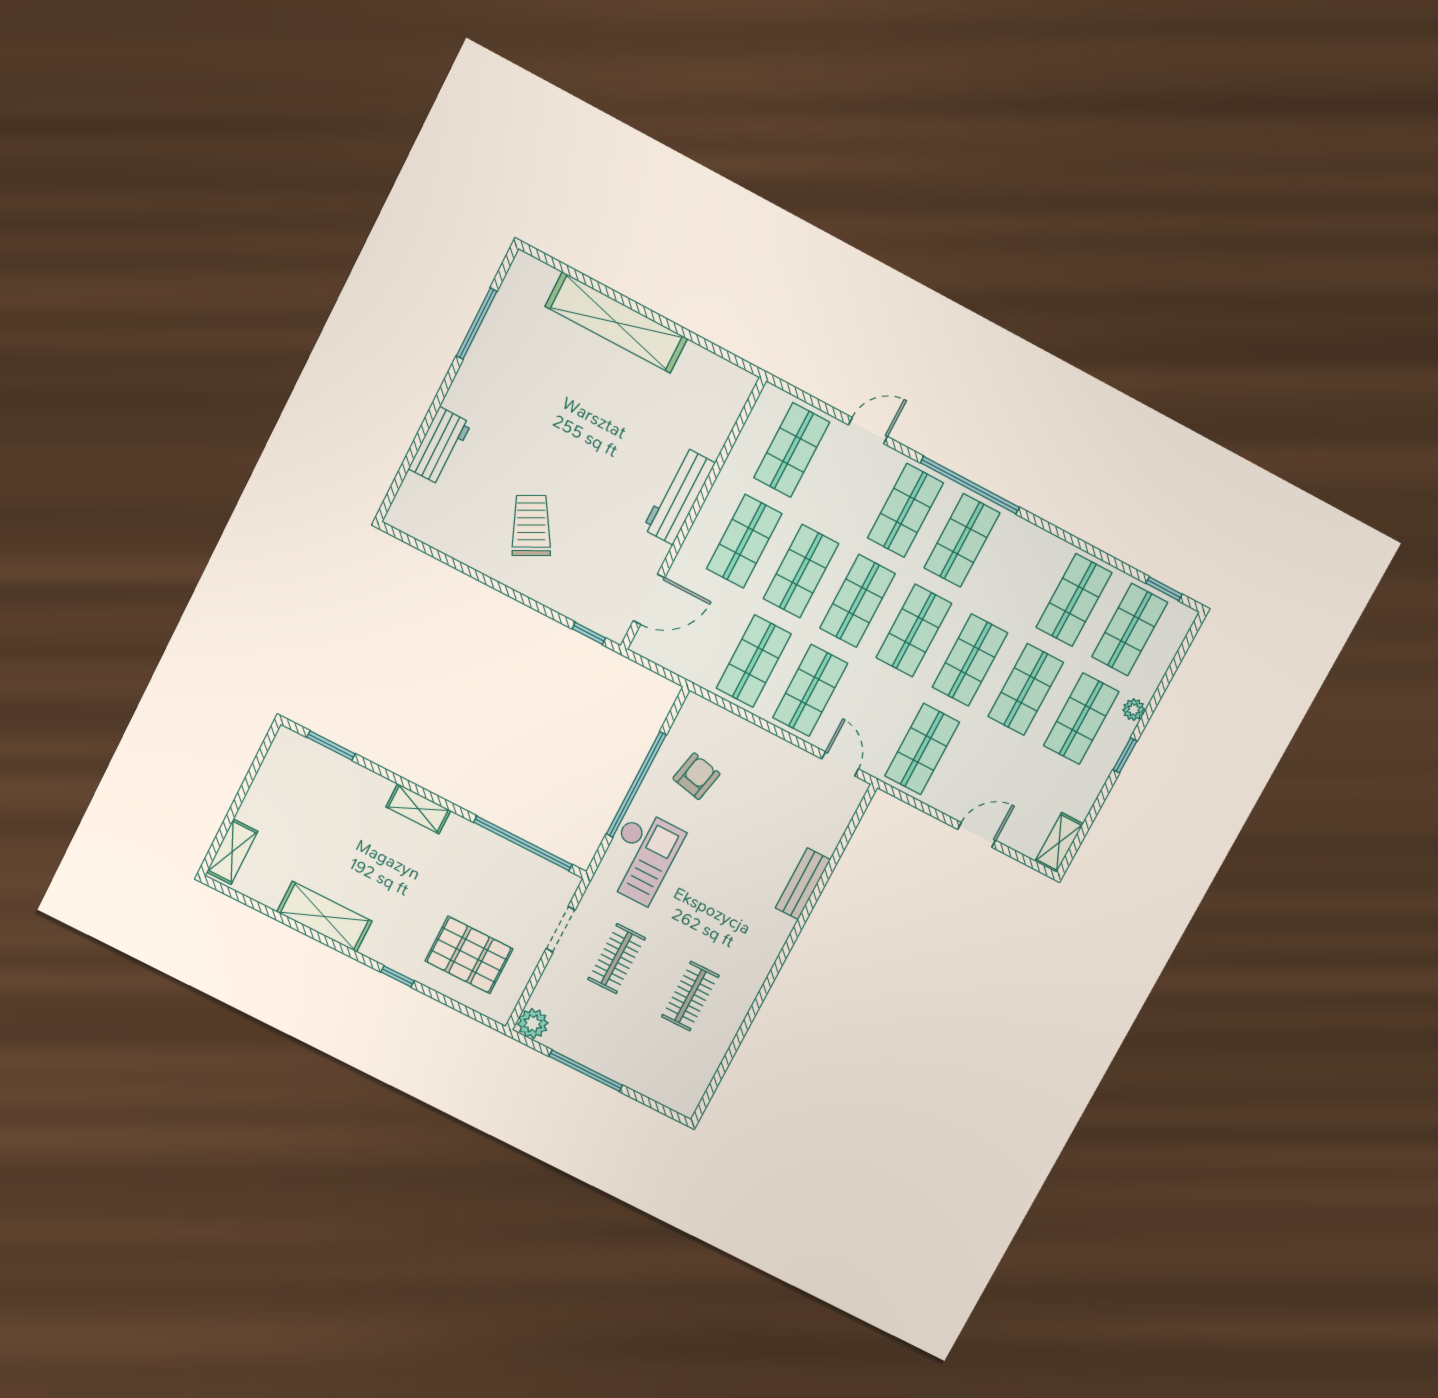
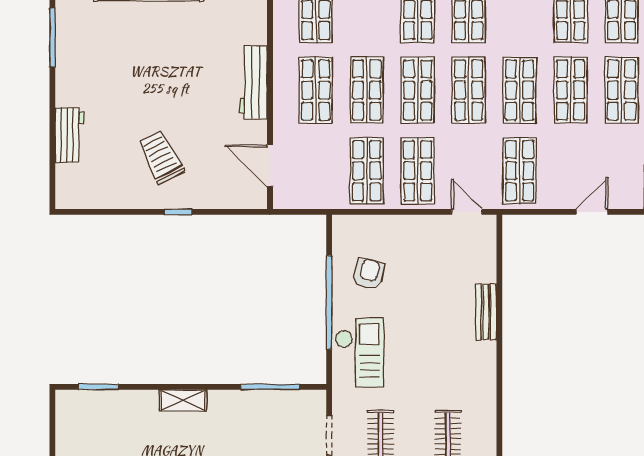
door: (649, 599) -> (270, 166), swing flipped
window: (589, 633) -> (178, 212), moved
window: (523, 843) -> (270, 387), width x0.68

